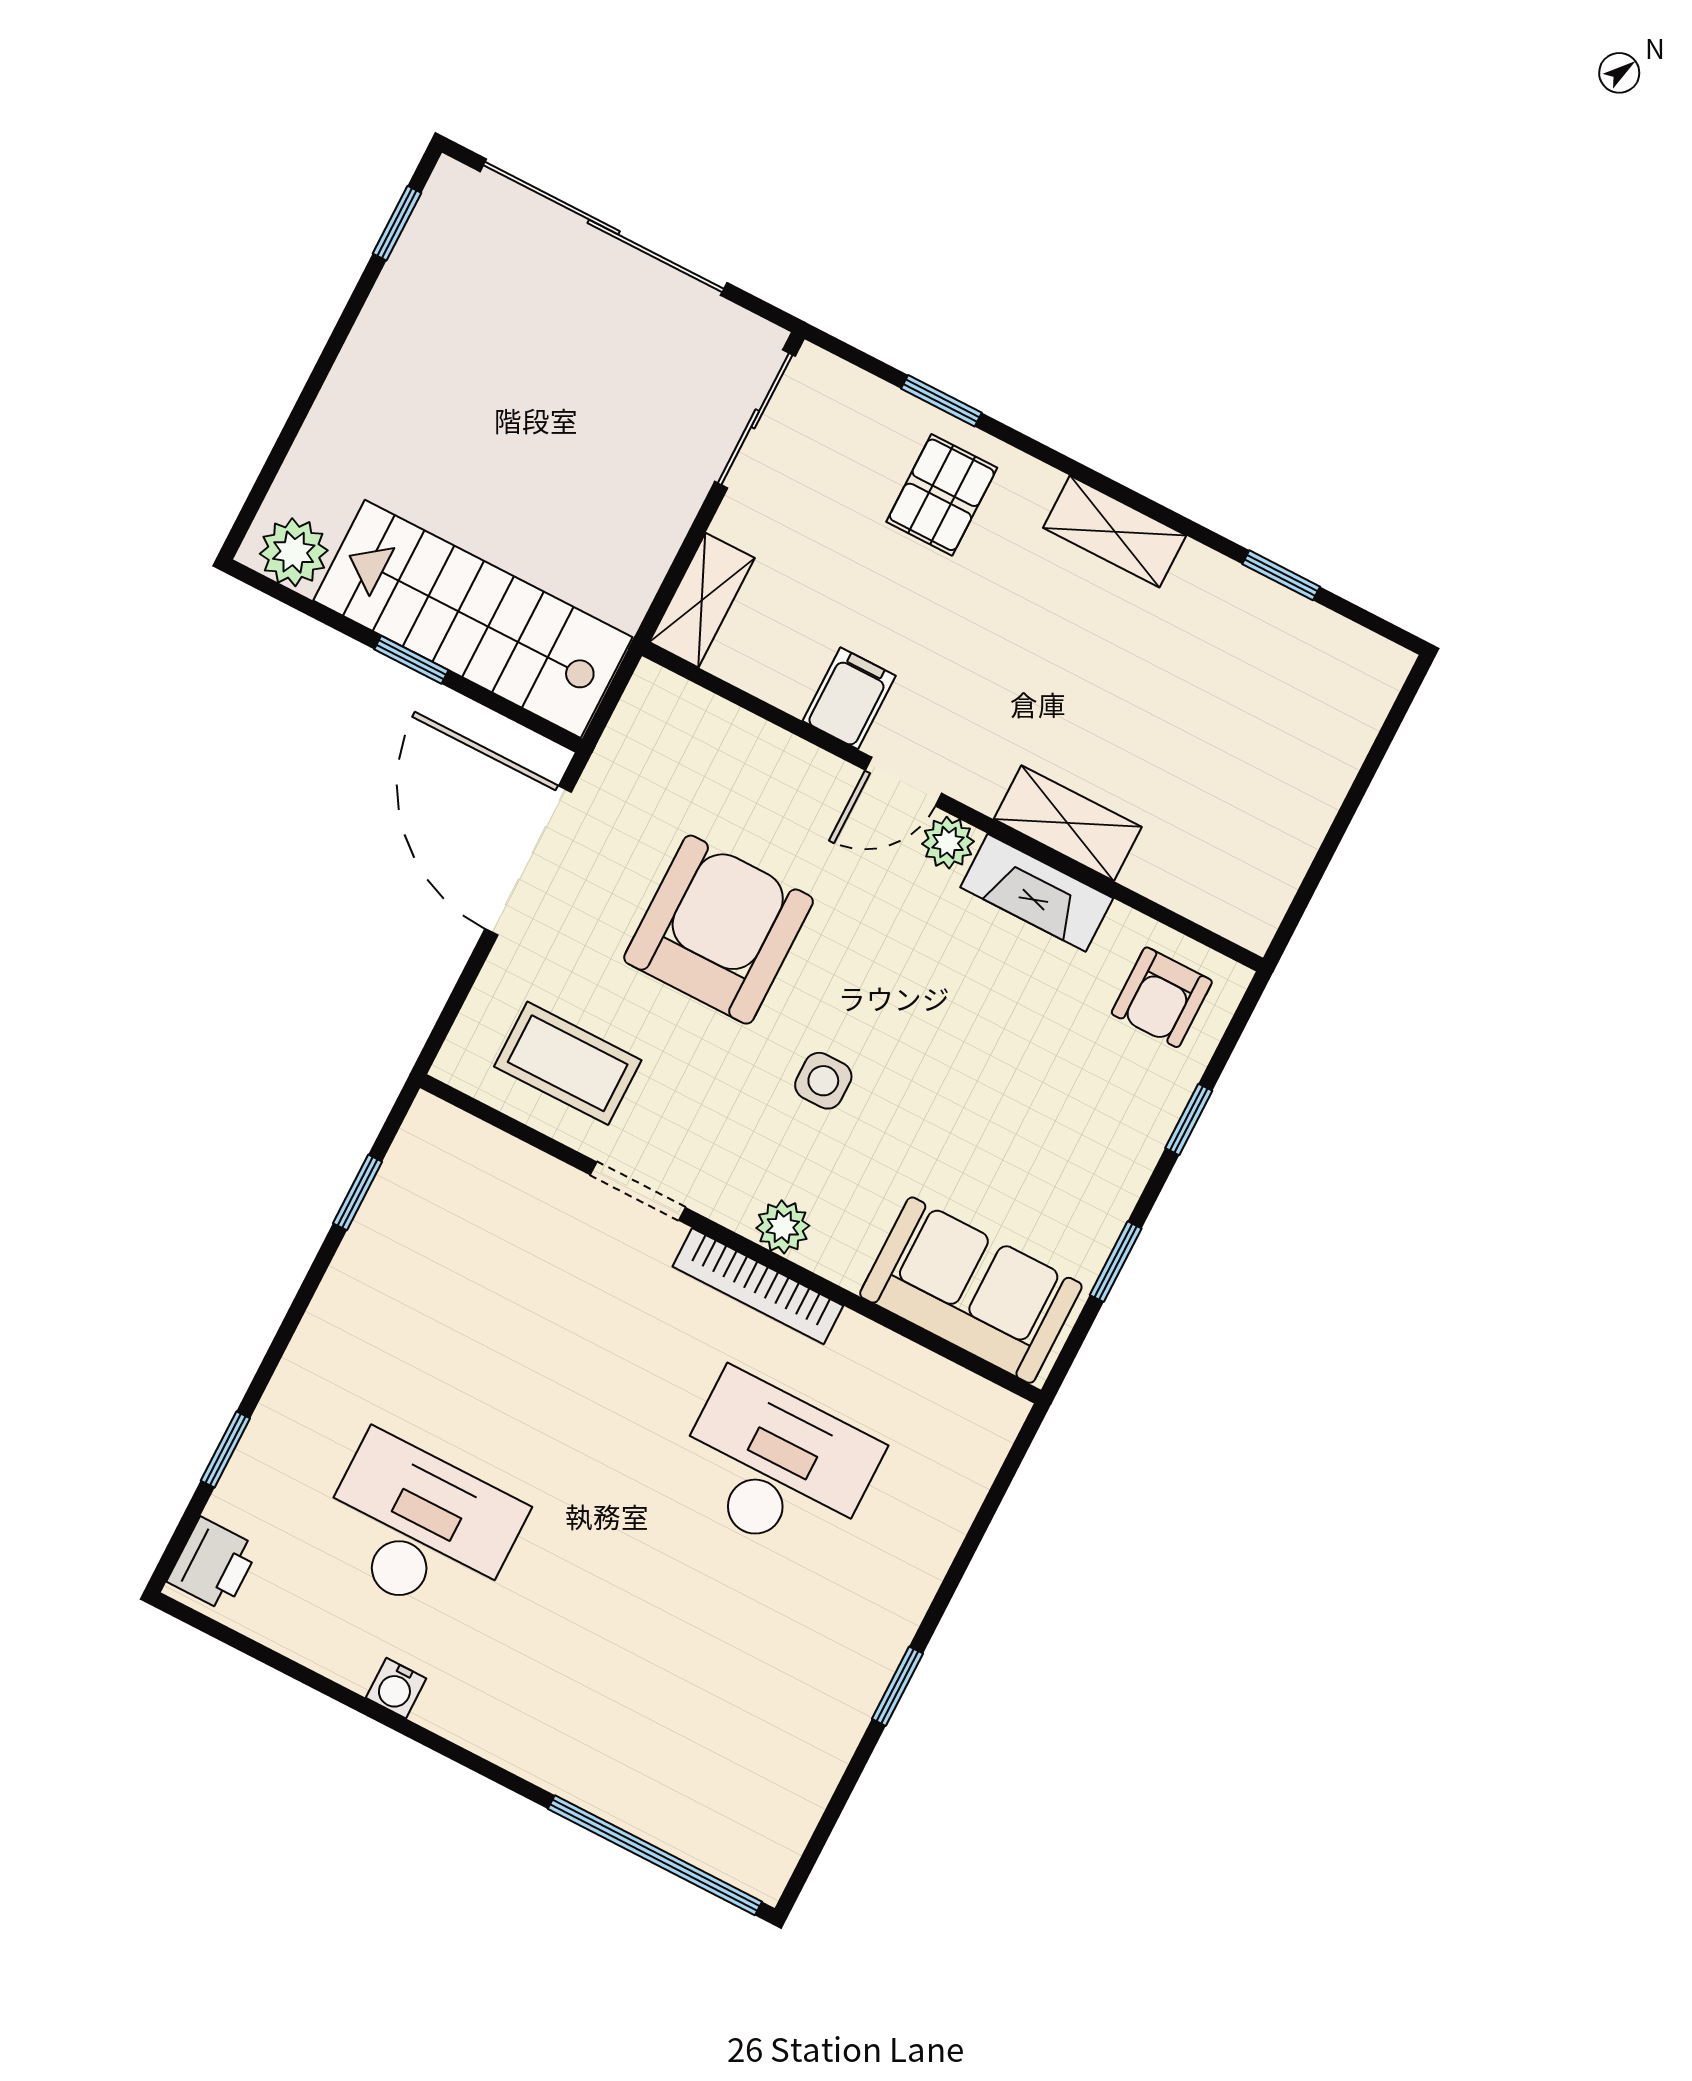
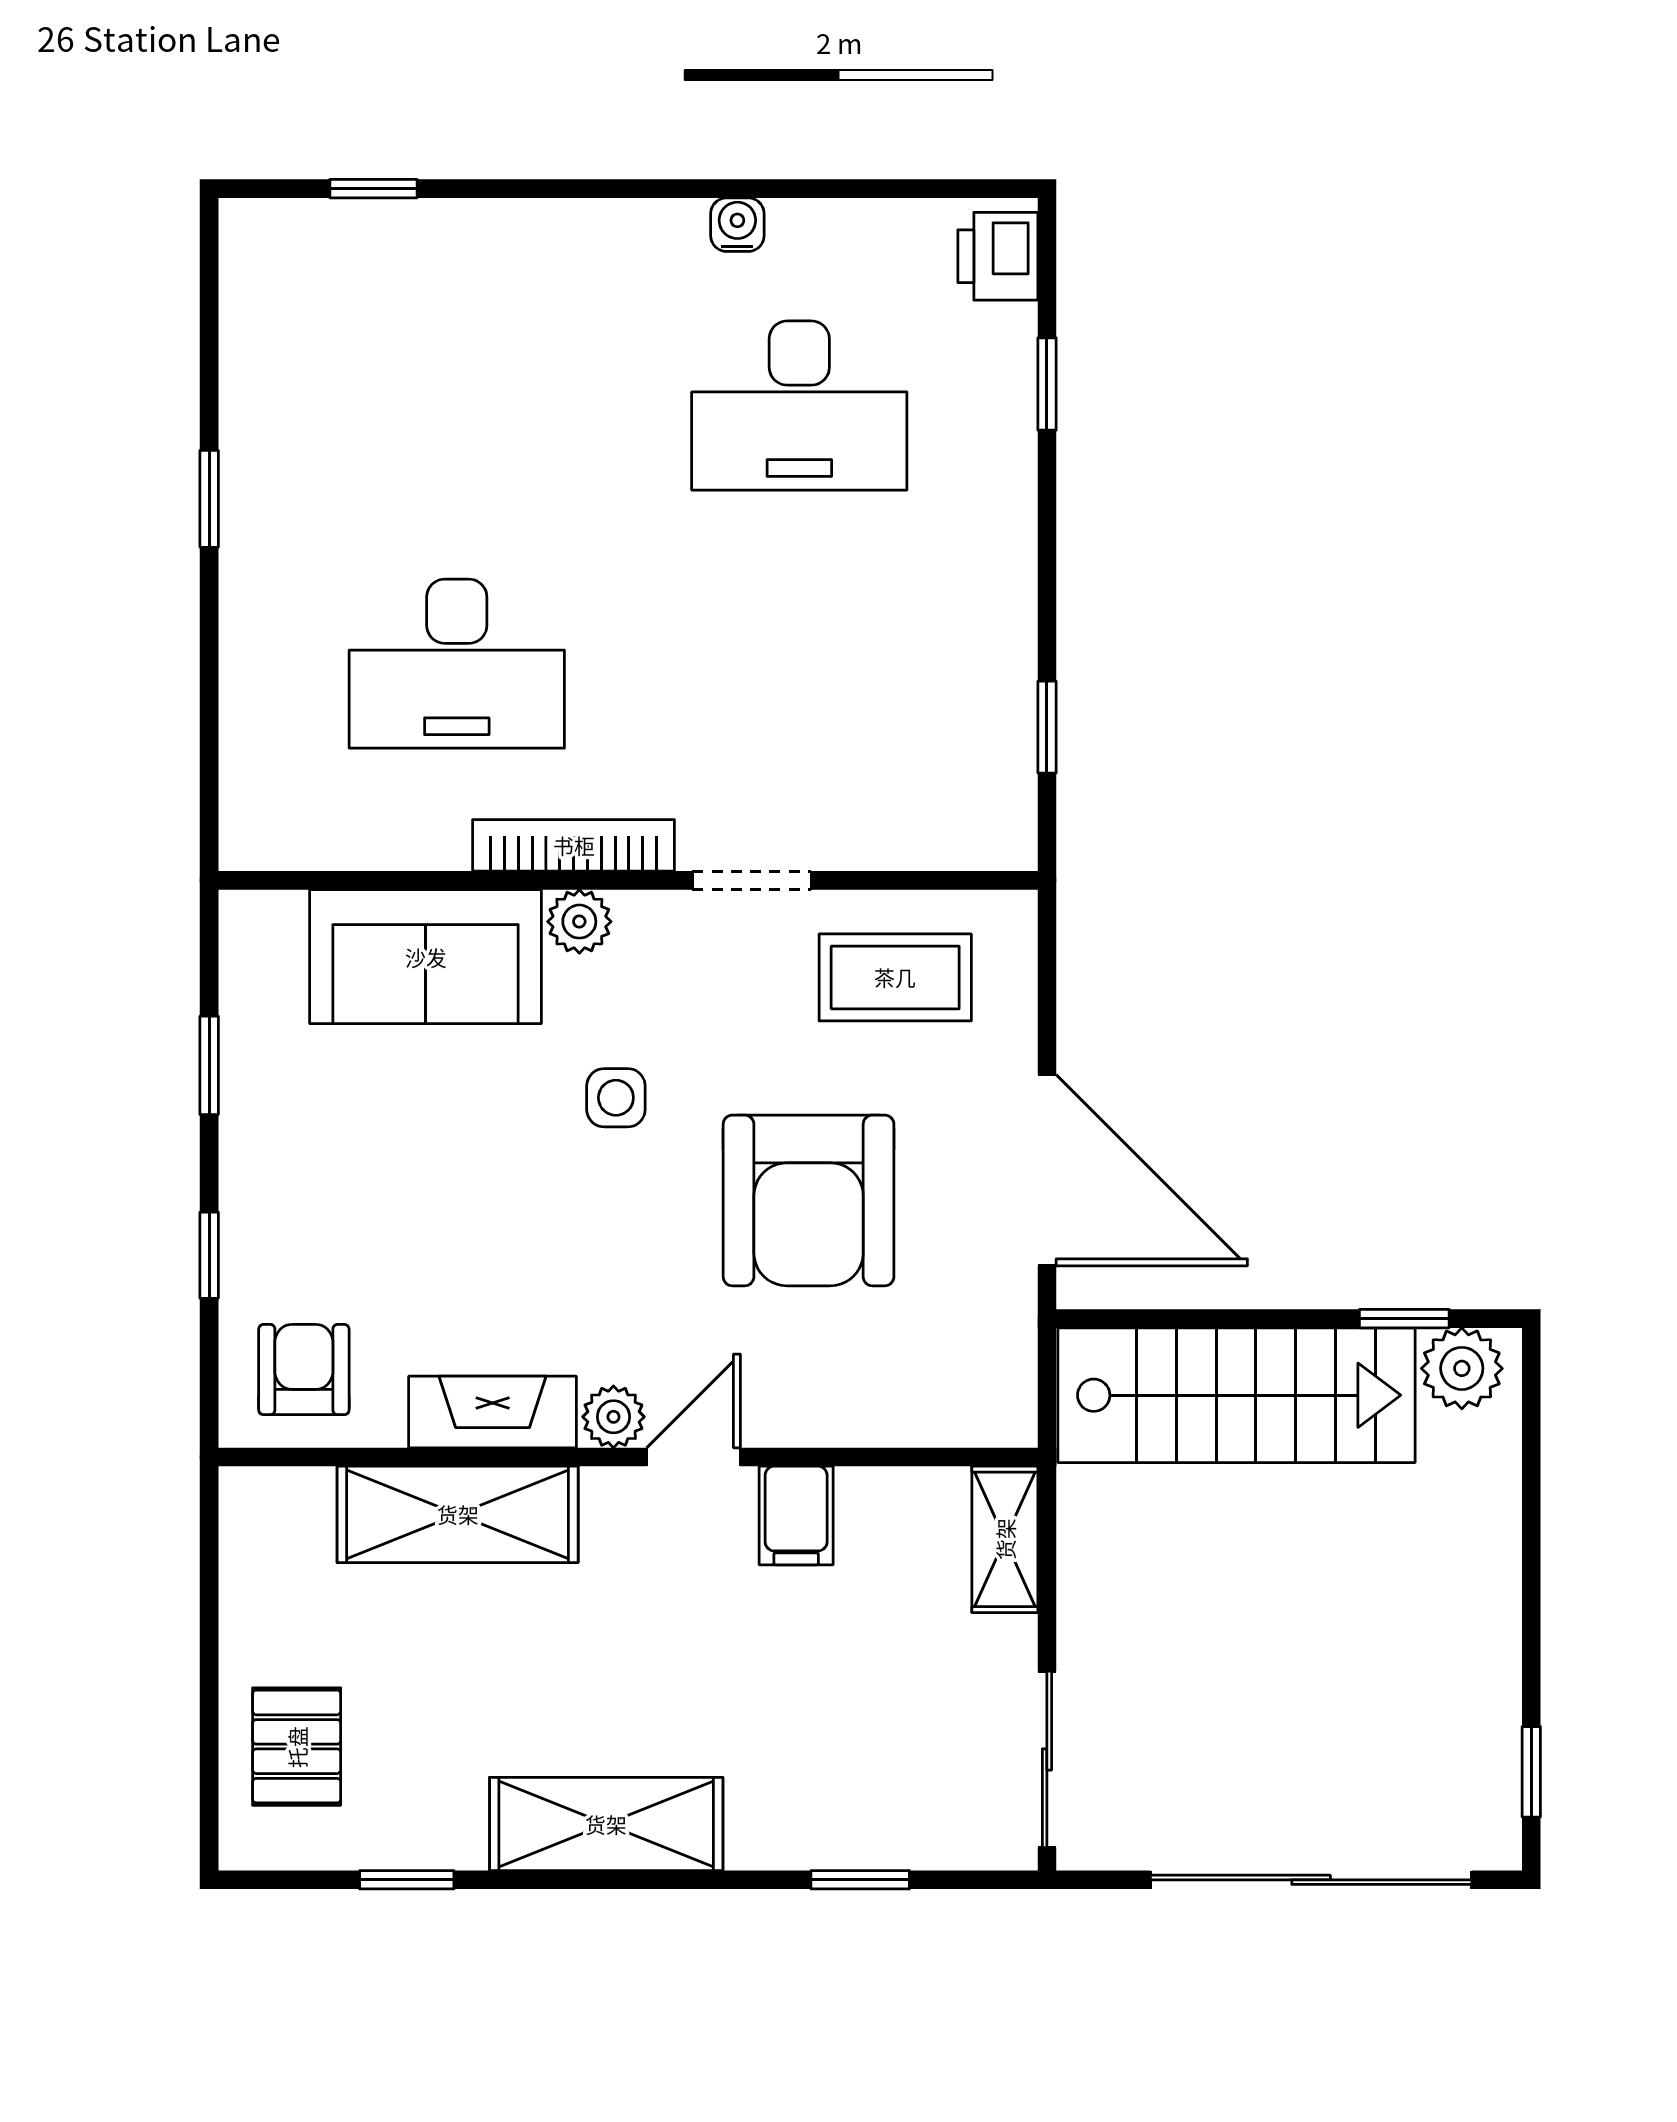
pallet: (942, 495) -> (297, 1747), moved
shelving: (1115, 532) -> (606, 1824), width x1.50, depth x1.33
window: (411, 660) -> (1404, 1319), moved
shelving: (1068, 823) -> (458, 1514), width x1.50, depth x1.33
sofa: (971, 1290) -> (426, 957), moved
window: (655, 1855) -> (373, 189), width x0.32

